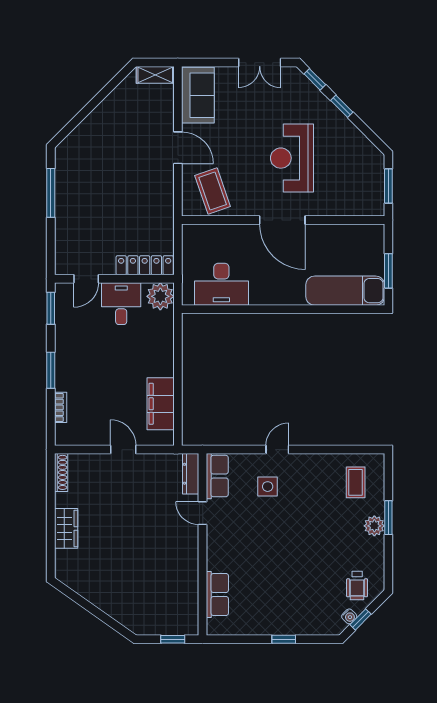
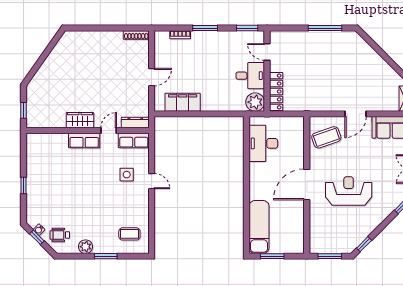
window: (342, 106) -> (364, 244), moved
plant: (374, 526) -> (86, 247), moved
wardrobe: (66, 528) -> (80, 120), moved, turned 180
row of seats: (217, 594) -> (84, 141), moved

